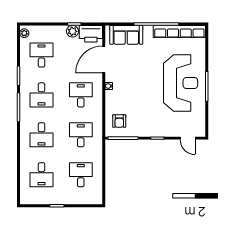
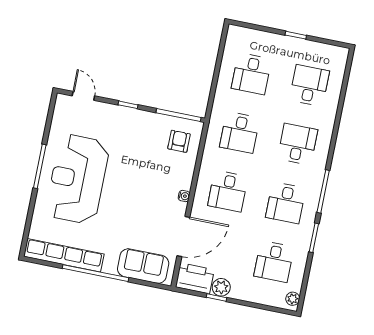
desk: (41, 95) -> (286, 203), turned 180

